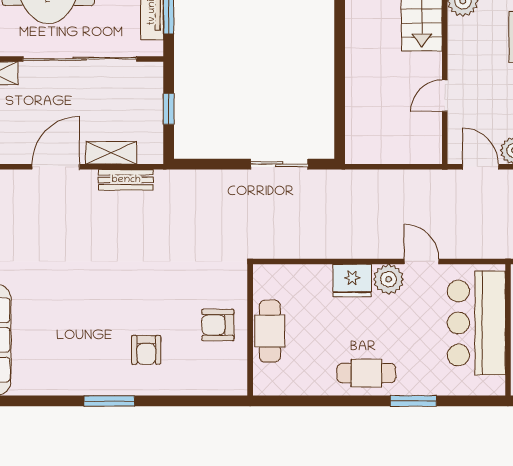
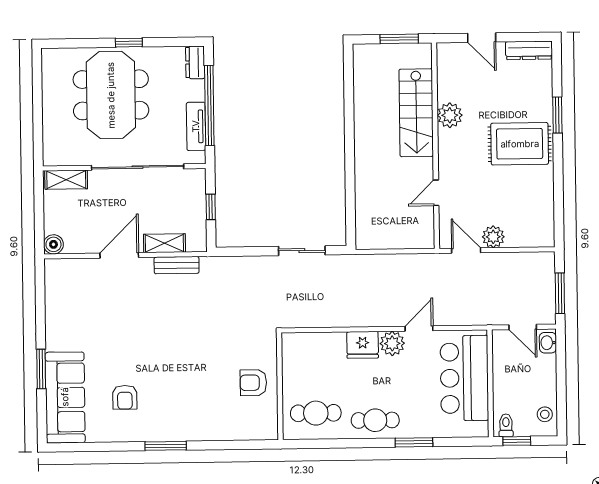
door: (422, 262) -> (419, 328), hinge flipped
cafe table: (270, 331) -> (316, 413), moved, turned 90
armchair: (146, 350) -> (125, 397), moved

